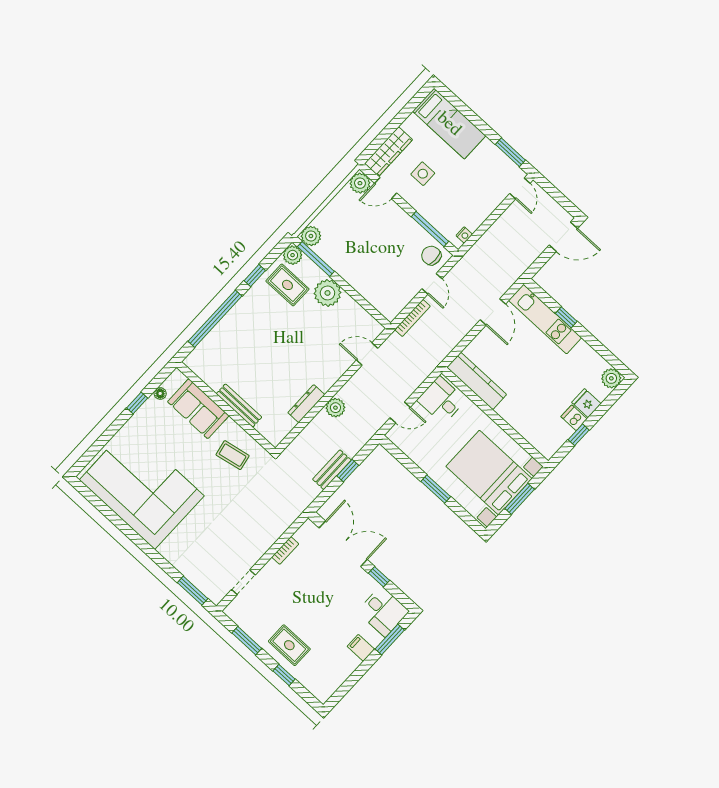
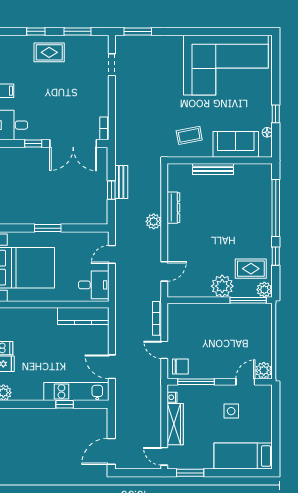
wardrobe: (388, 152) -> (175, 424), moved, turned 180
plant: (311, 236) -> (264, 311), removed
bookcase: (285, 550) -> (104, 128), moved

